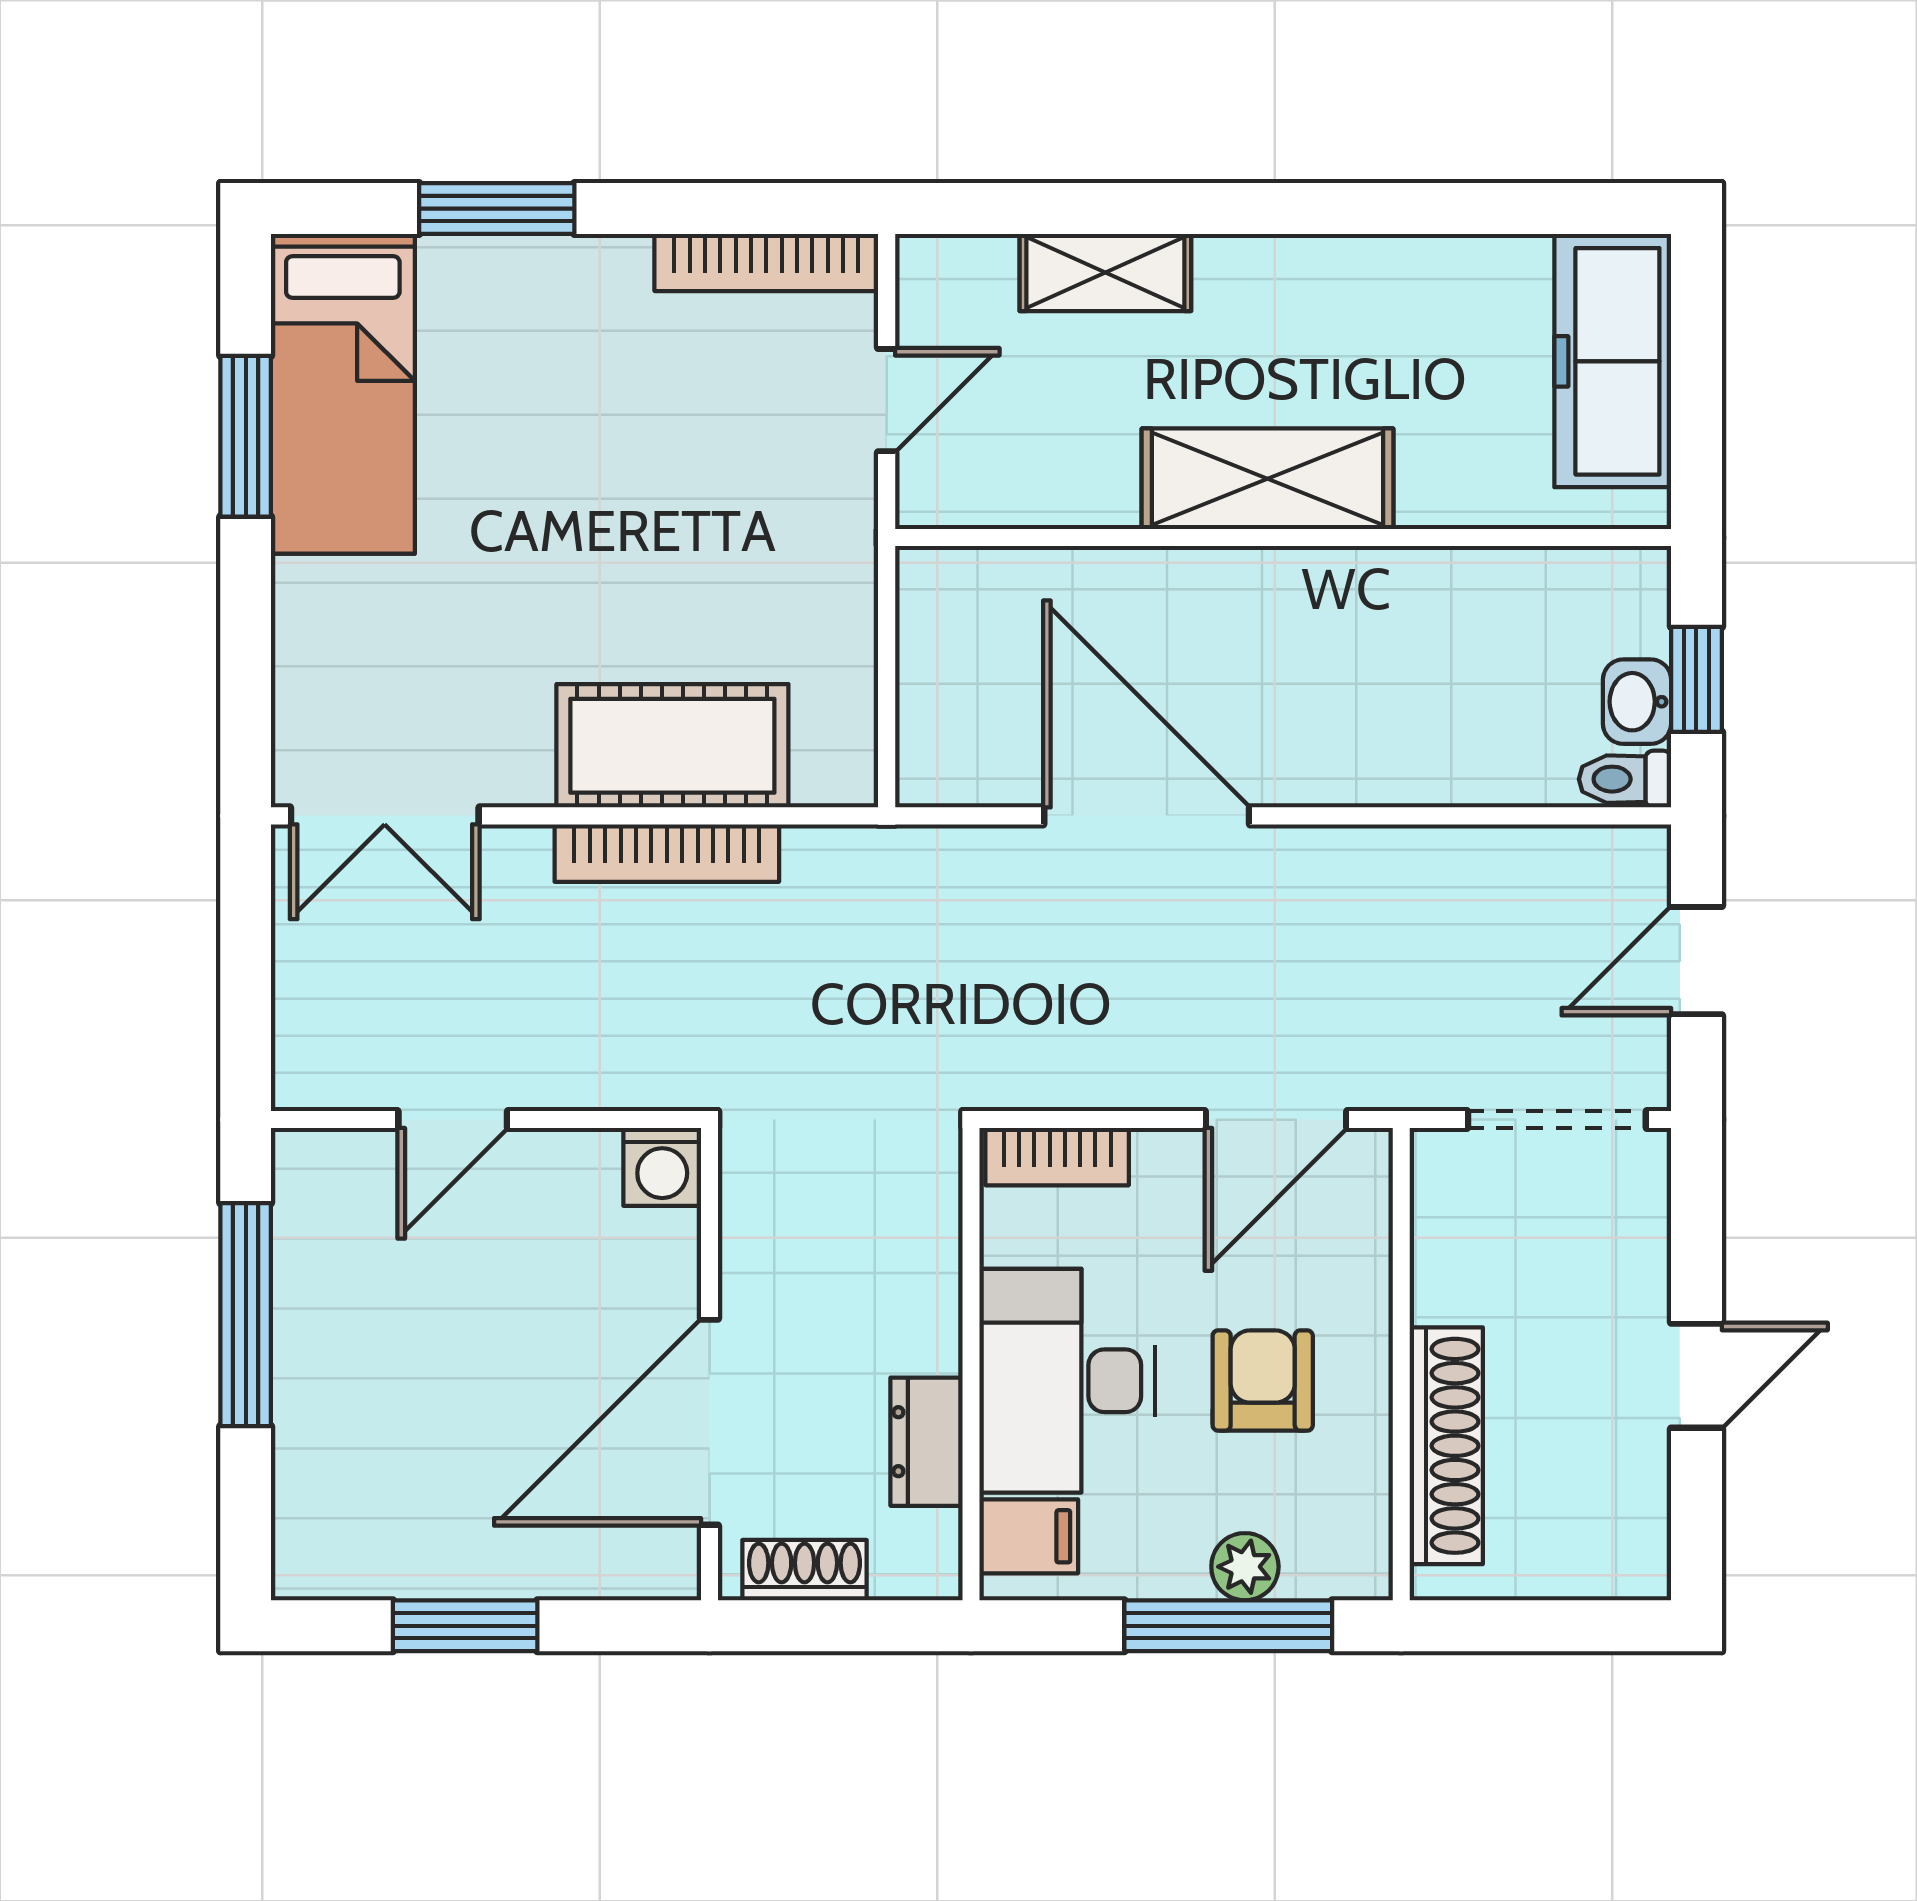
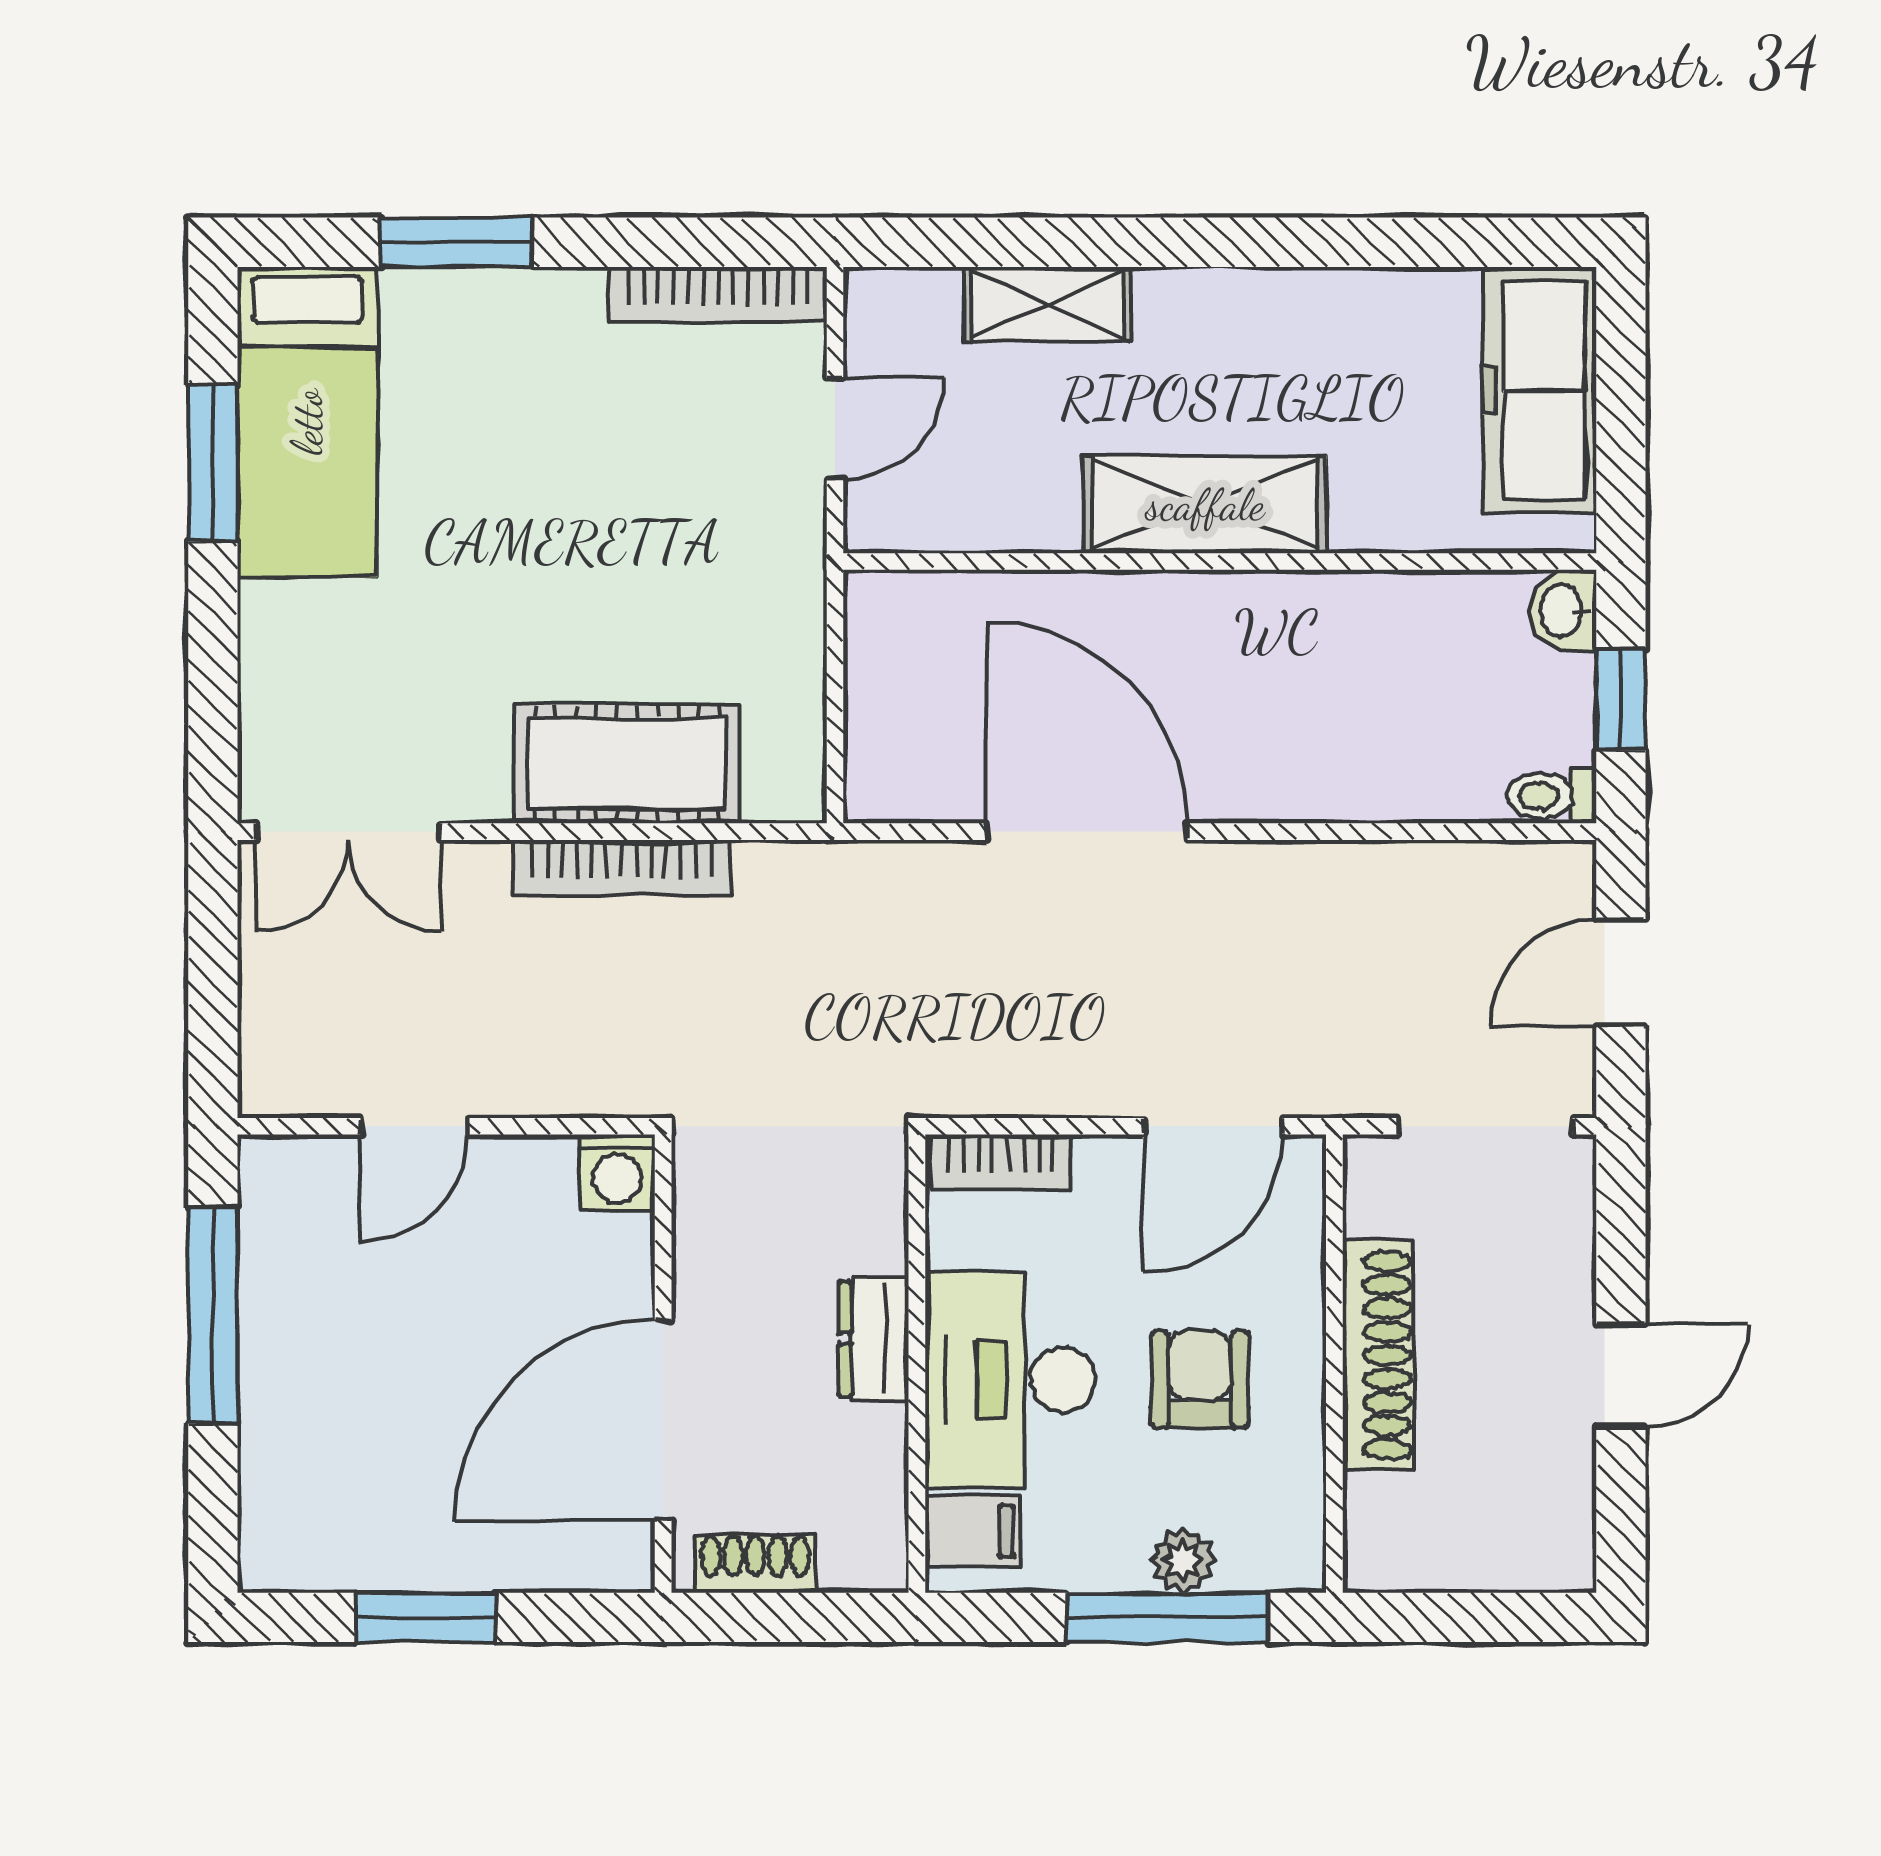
washbasin: (1637, 702) -> (1563, 611), moved
dresser: (927, 1442) -> (874, 1339), moved
shoe rack: (1446, 1446) -> (1378, 1355), moved

